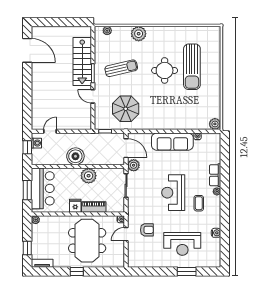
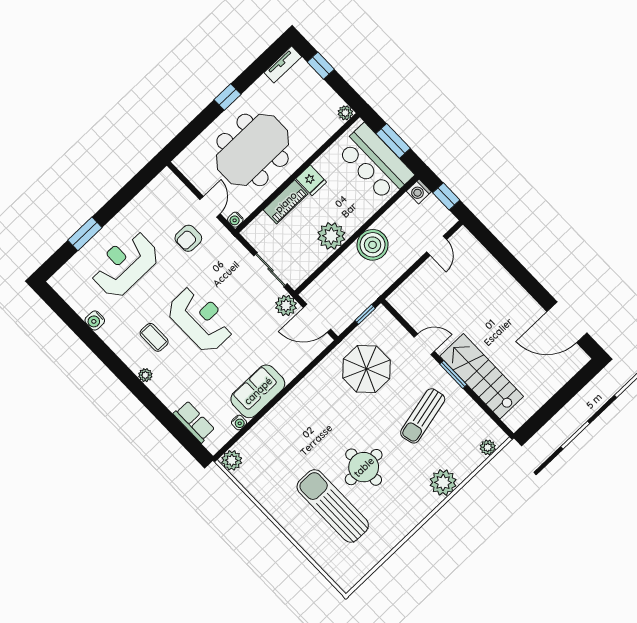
sofa: (172, 142) -> (258, 391), width x0.73
washing machine: (36, 143) -> (419, 191), moved
row of seats: (215, 175) -> (194, 422), moved
meeting table: (87, 241) -> (253, 150), turned 90

